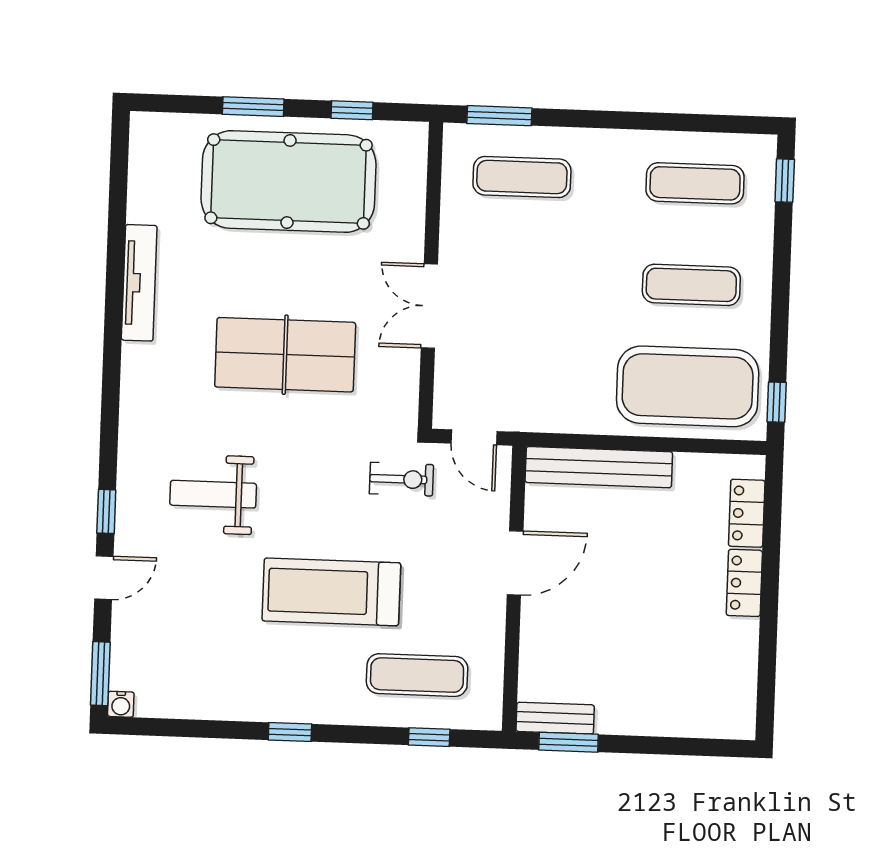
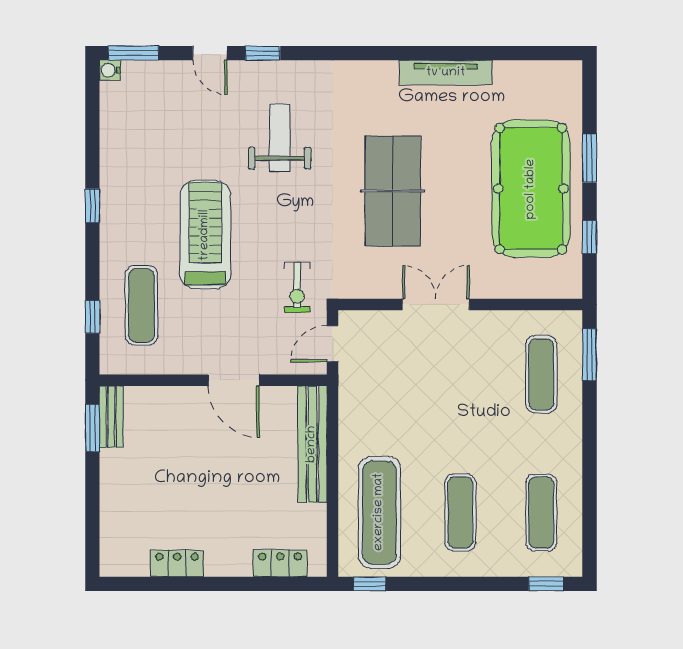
exercise mat: (688, 386) -> (379, 512), width x0.68
locker: (744, 583) -> (177, 563), moved

